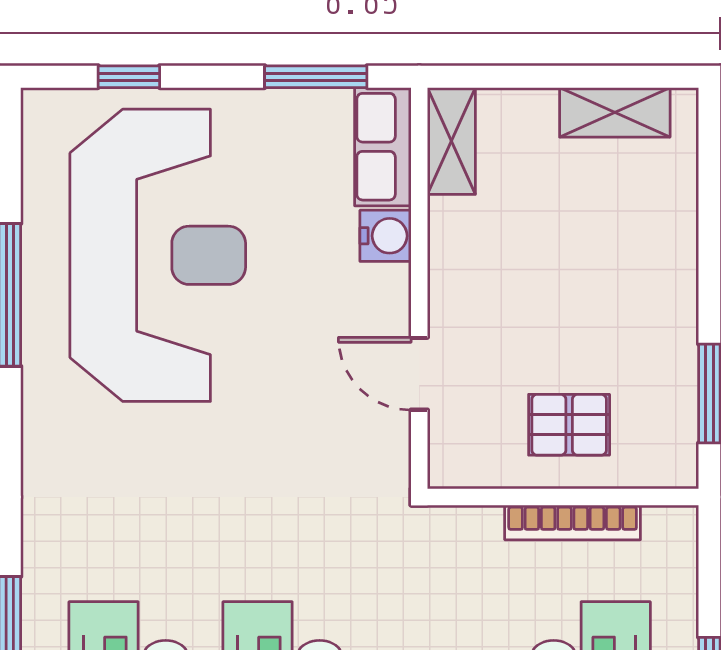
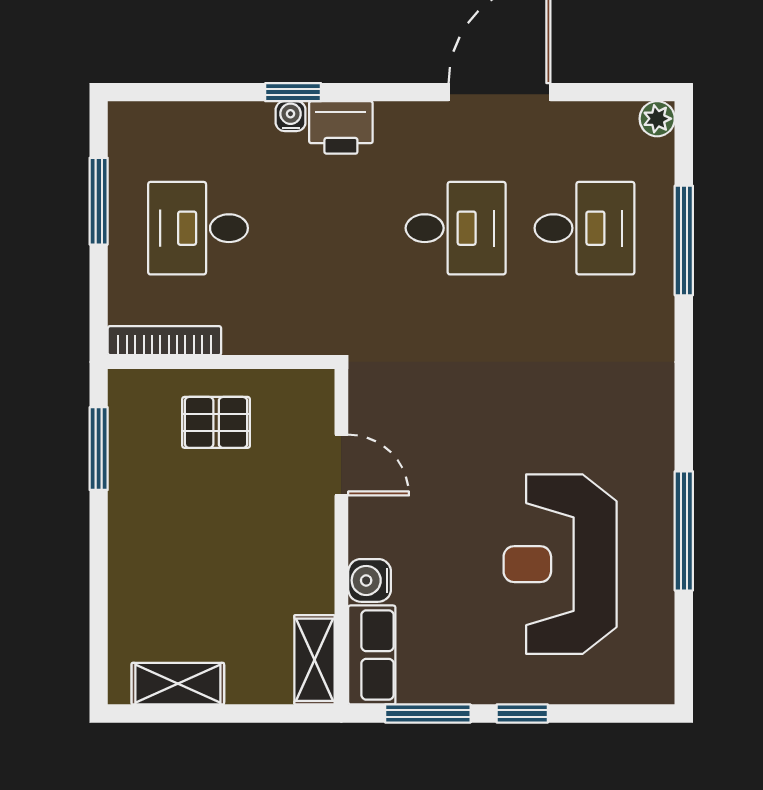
window: (129, 77) -> (522, 714), moved
reception desk: (158, 255) -> (560, 564), width x0.74, depth x0.77
bookcase: (573, 522) -> (164, 341), moved

